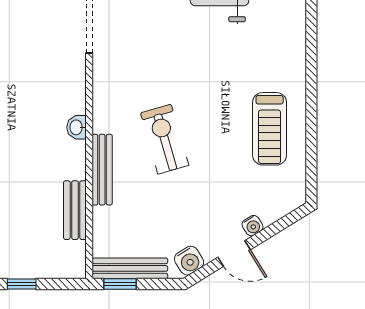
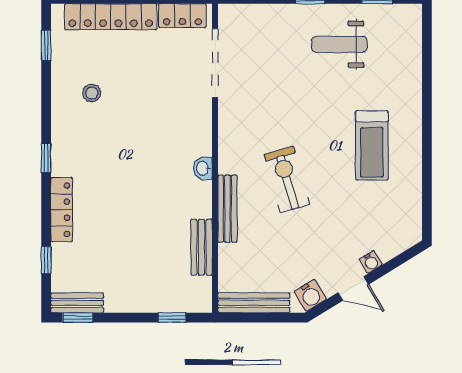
treadmill: (270, 129) -> (372, 145), moved
window: (22, 284) -> (172, 318), moved
window: (120, 284) -> (244, 318), removed

